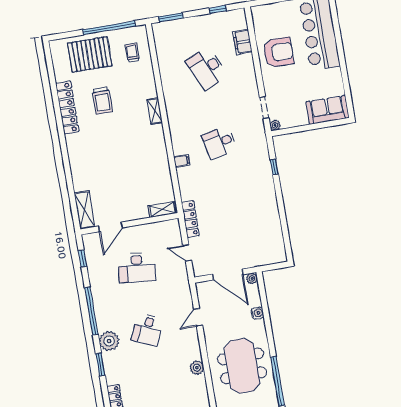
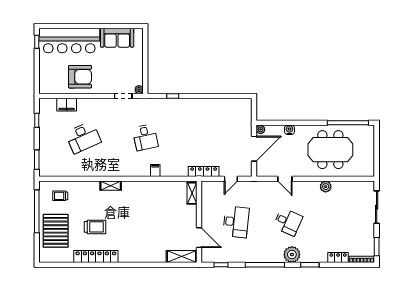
armchair: (278, 52) -> (80, 77), turned 90
sofa: (328, 110) -> (117, 38), moved, turned -90

